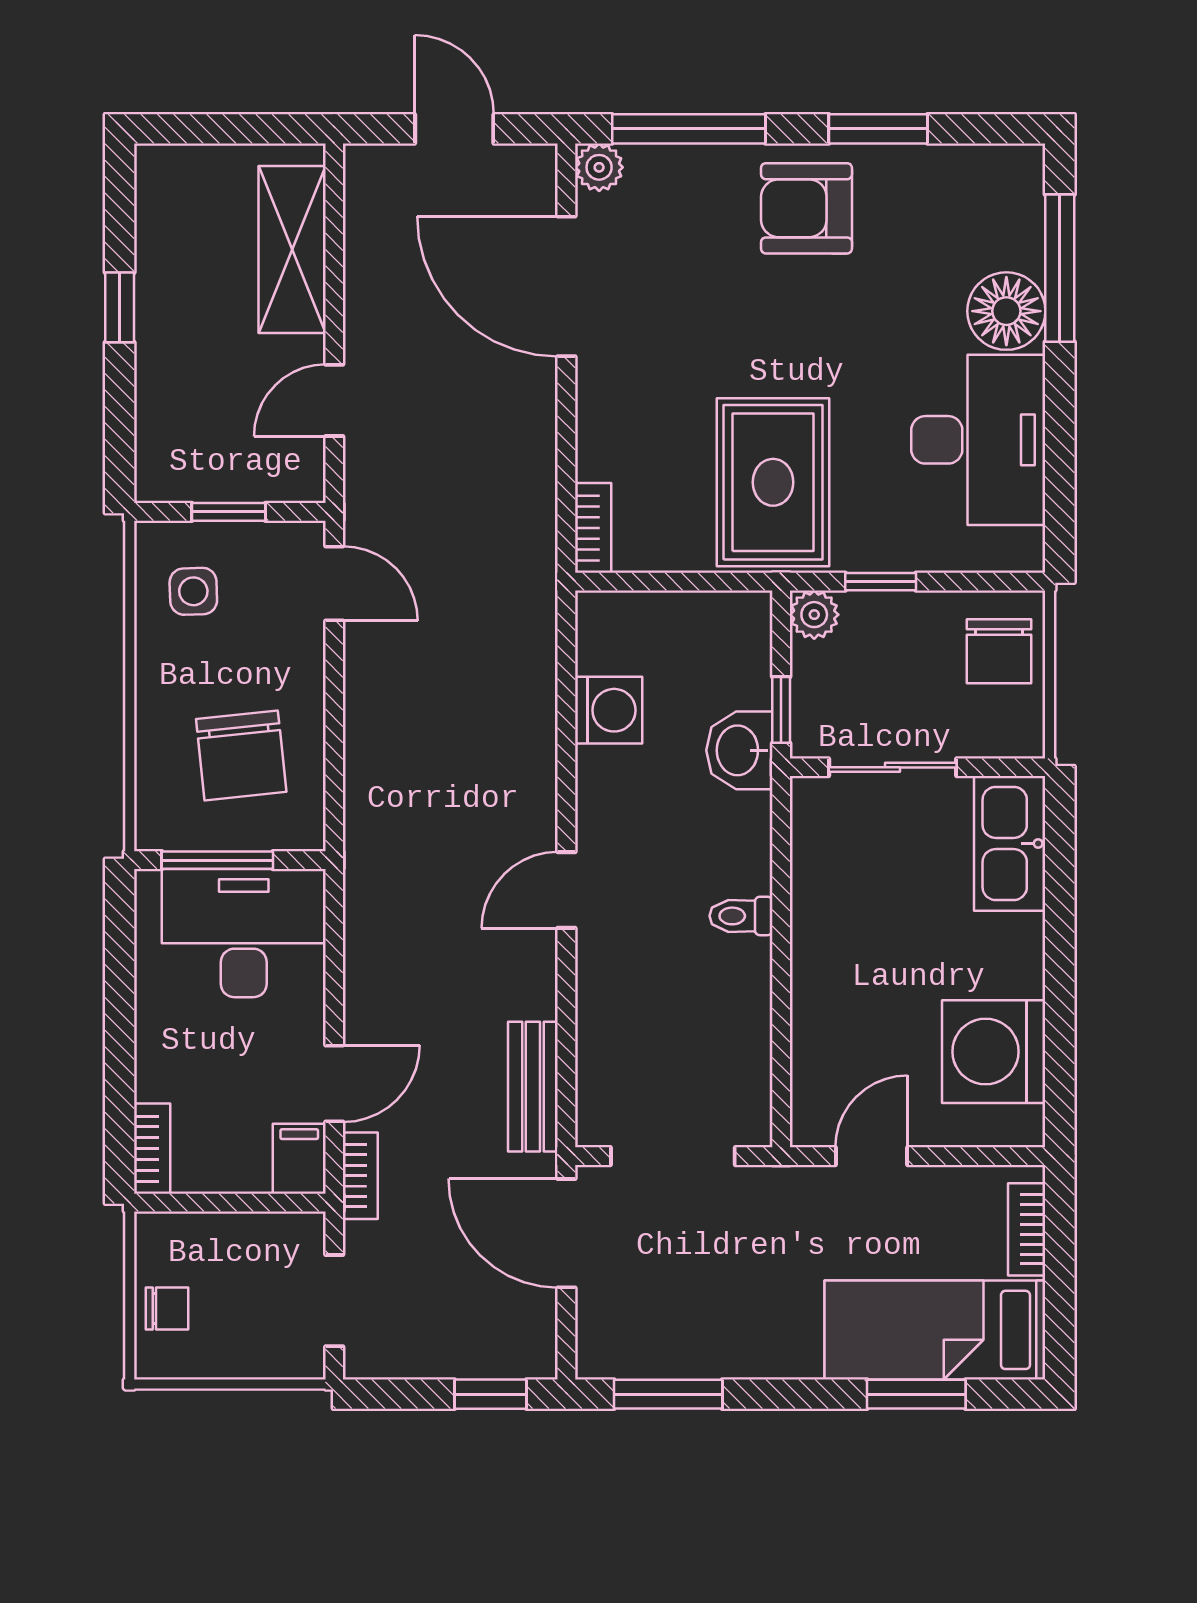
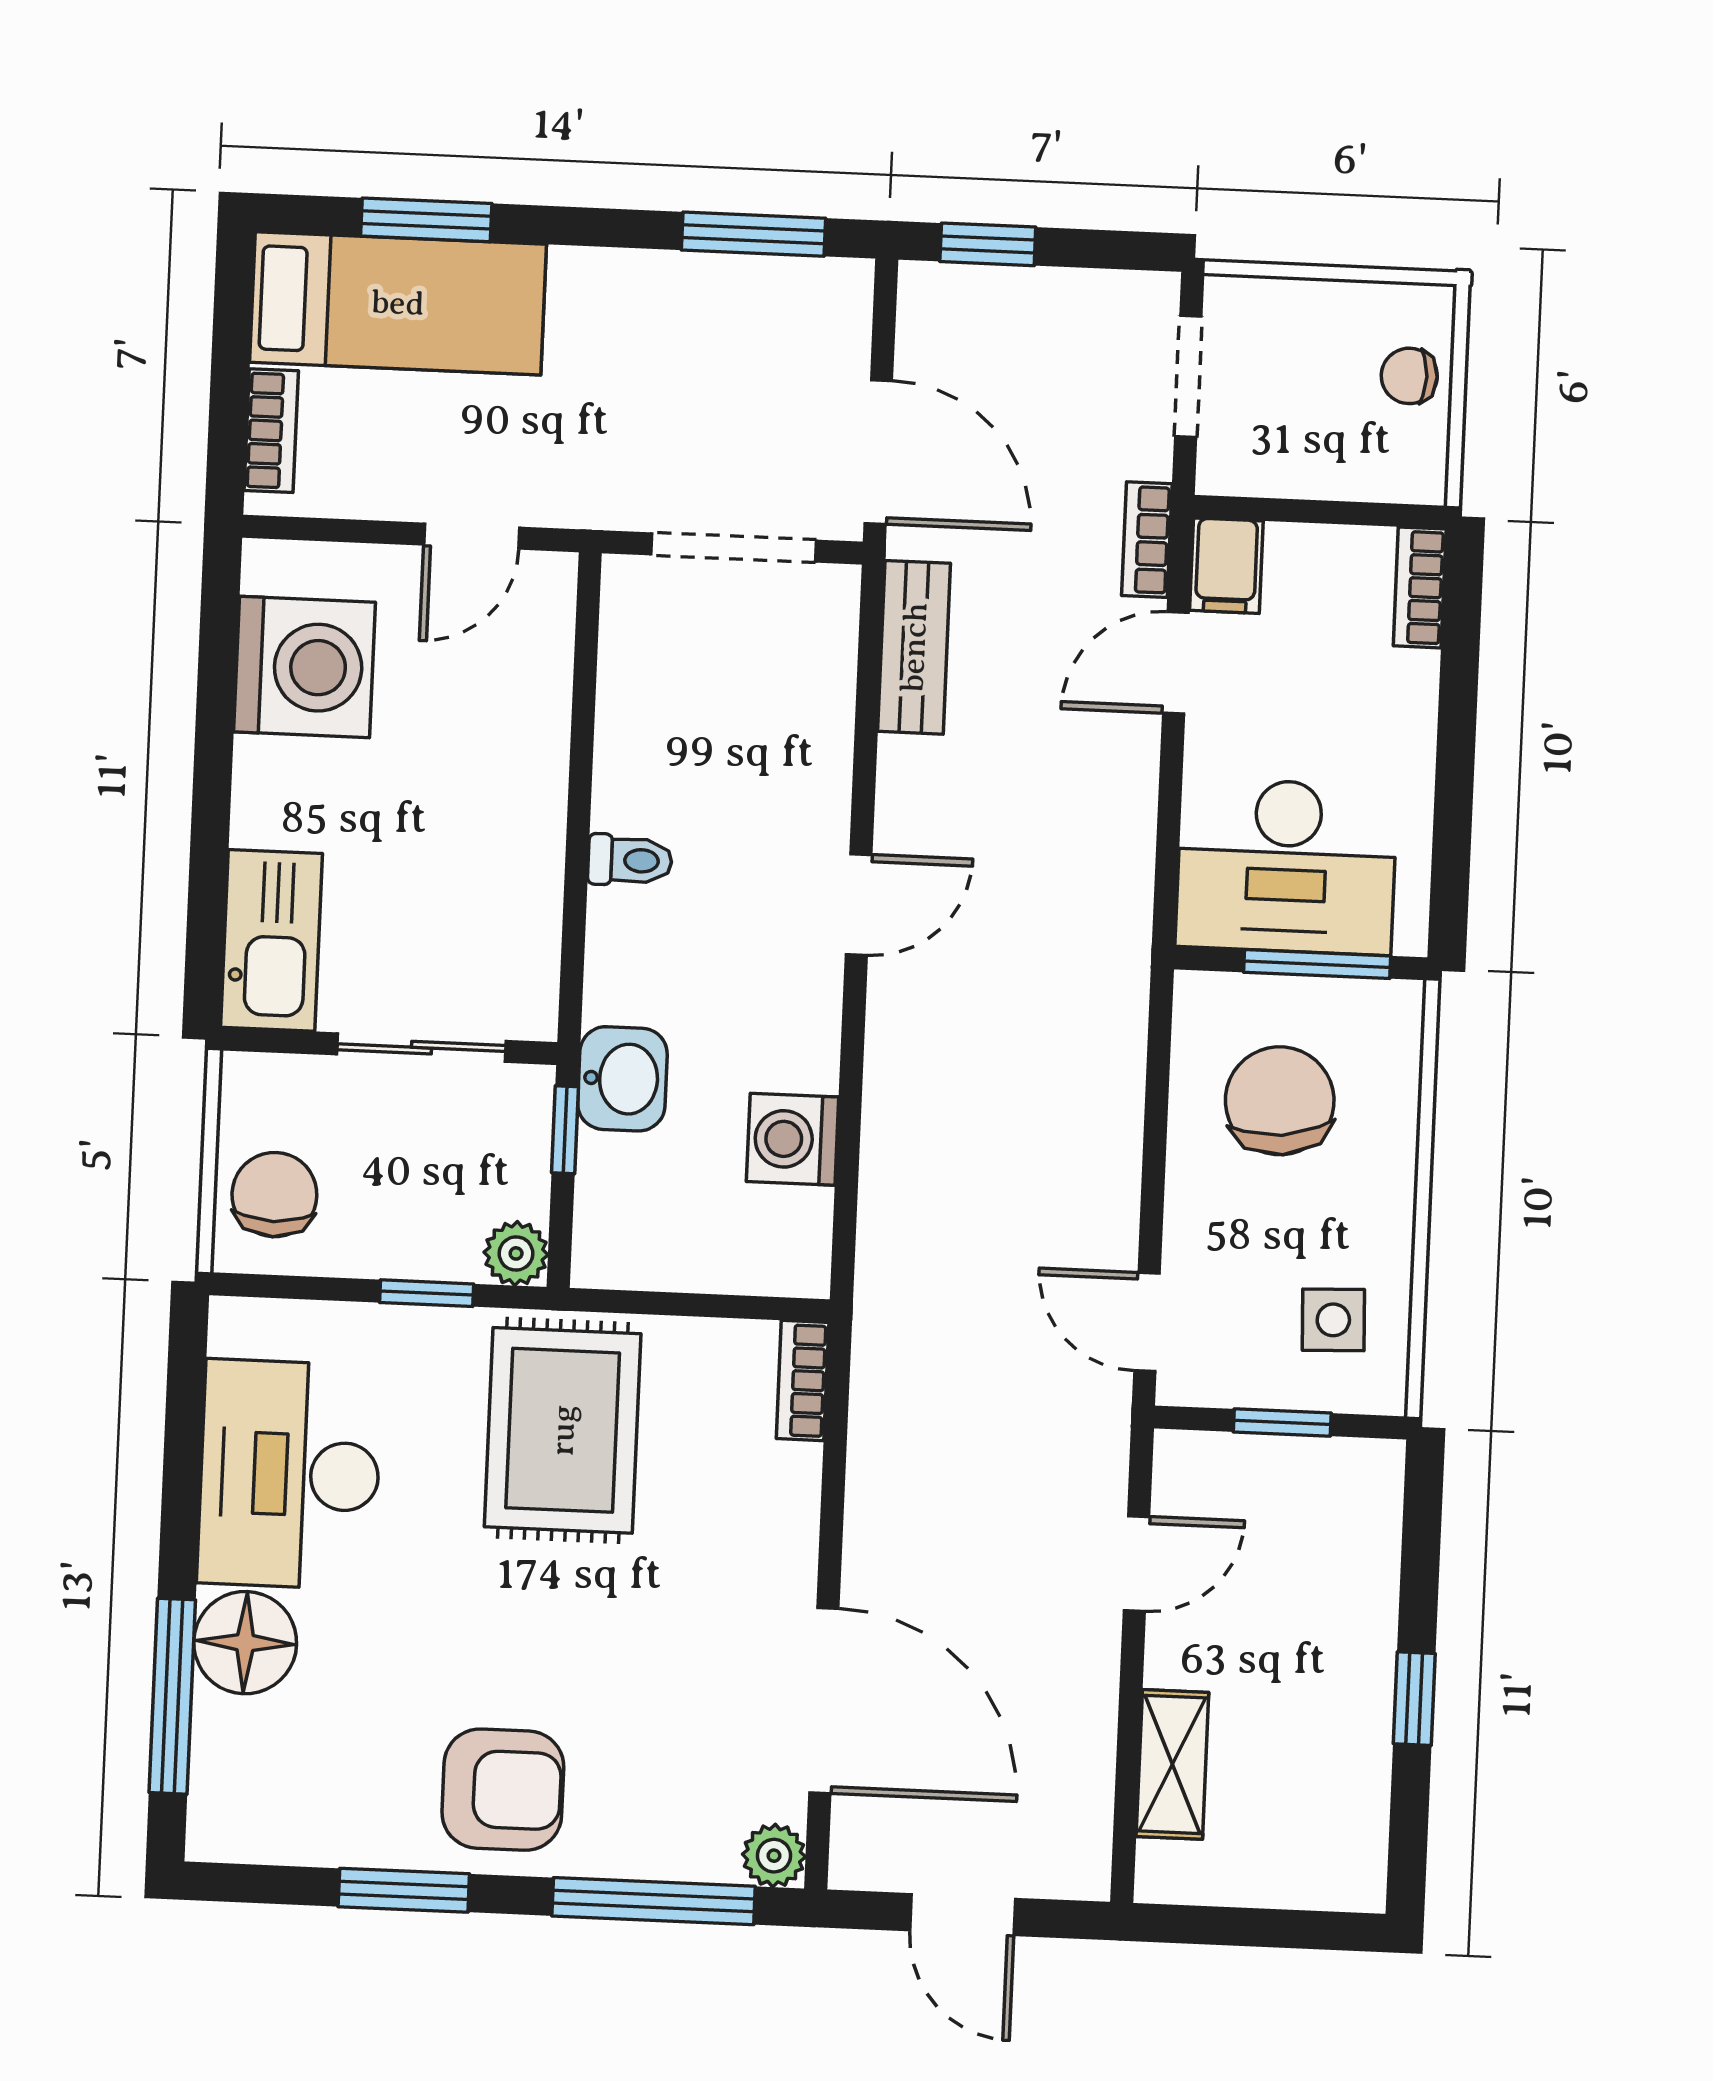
shelving: (292, 249) -> (1172, 1764), width x0.67, depth x0.75

